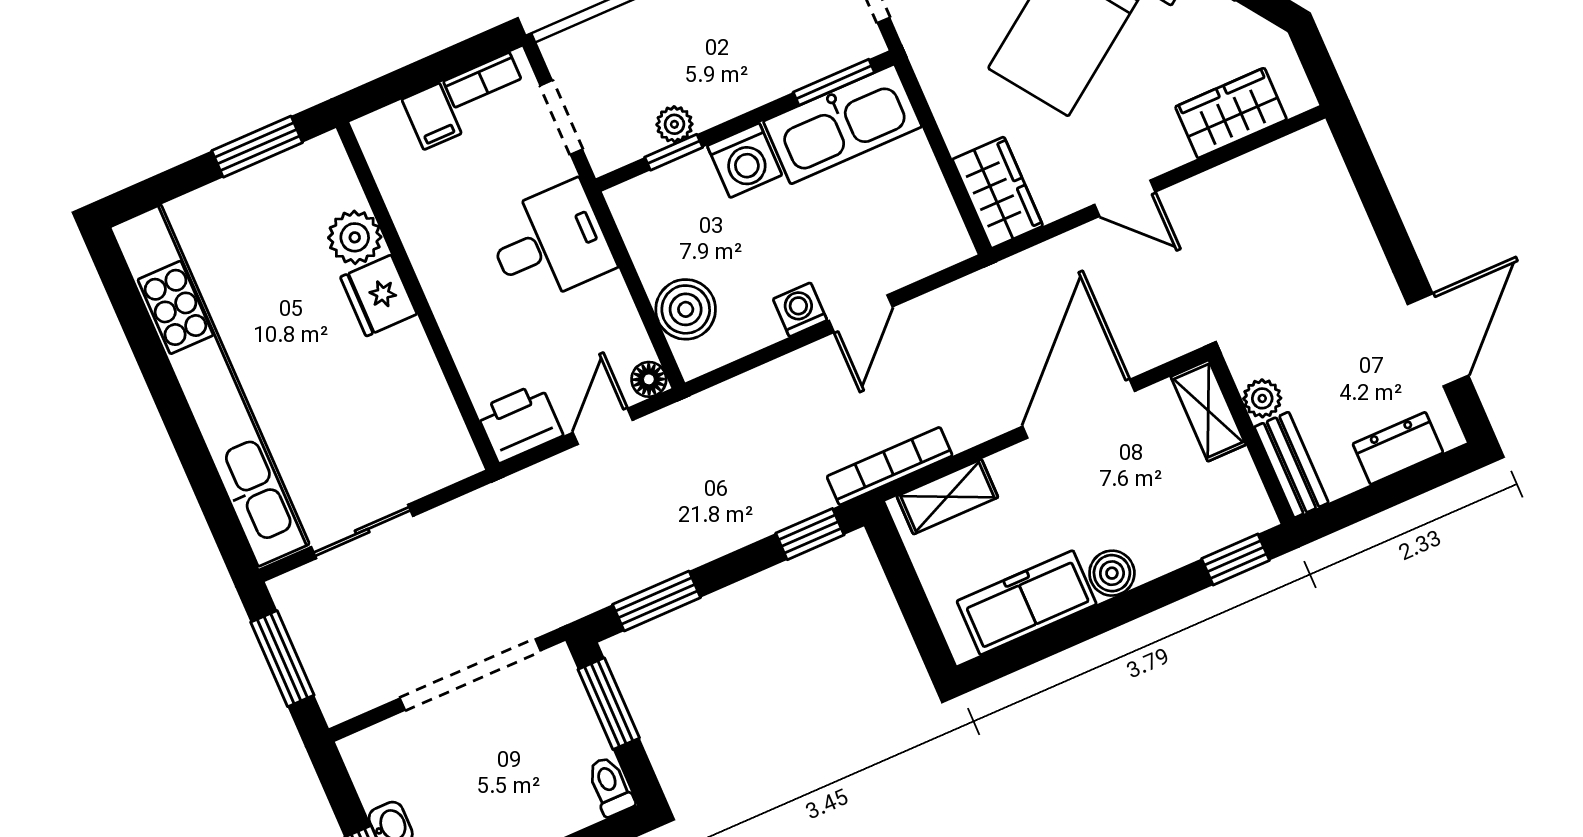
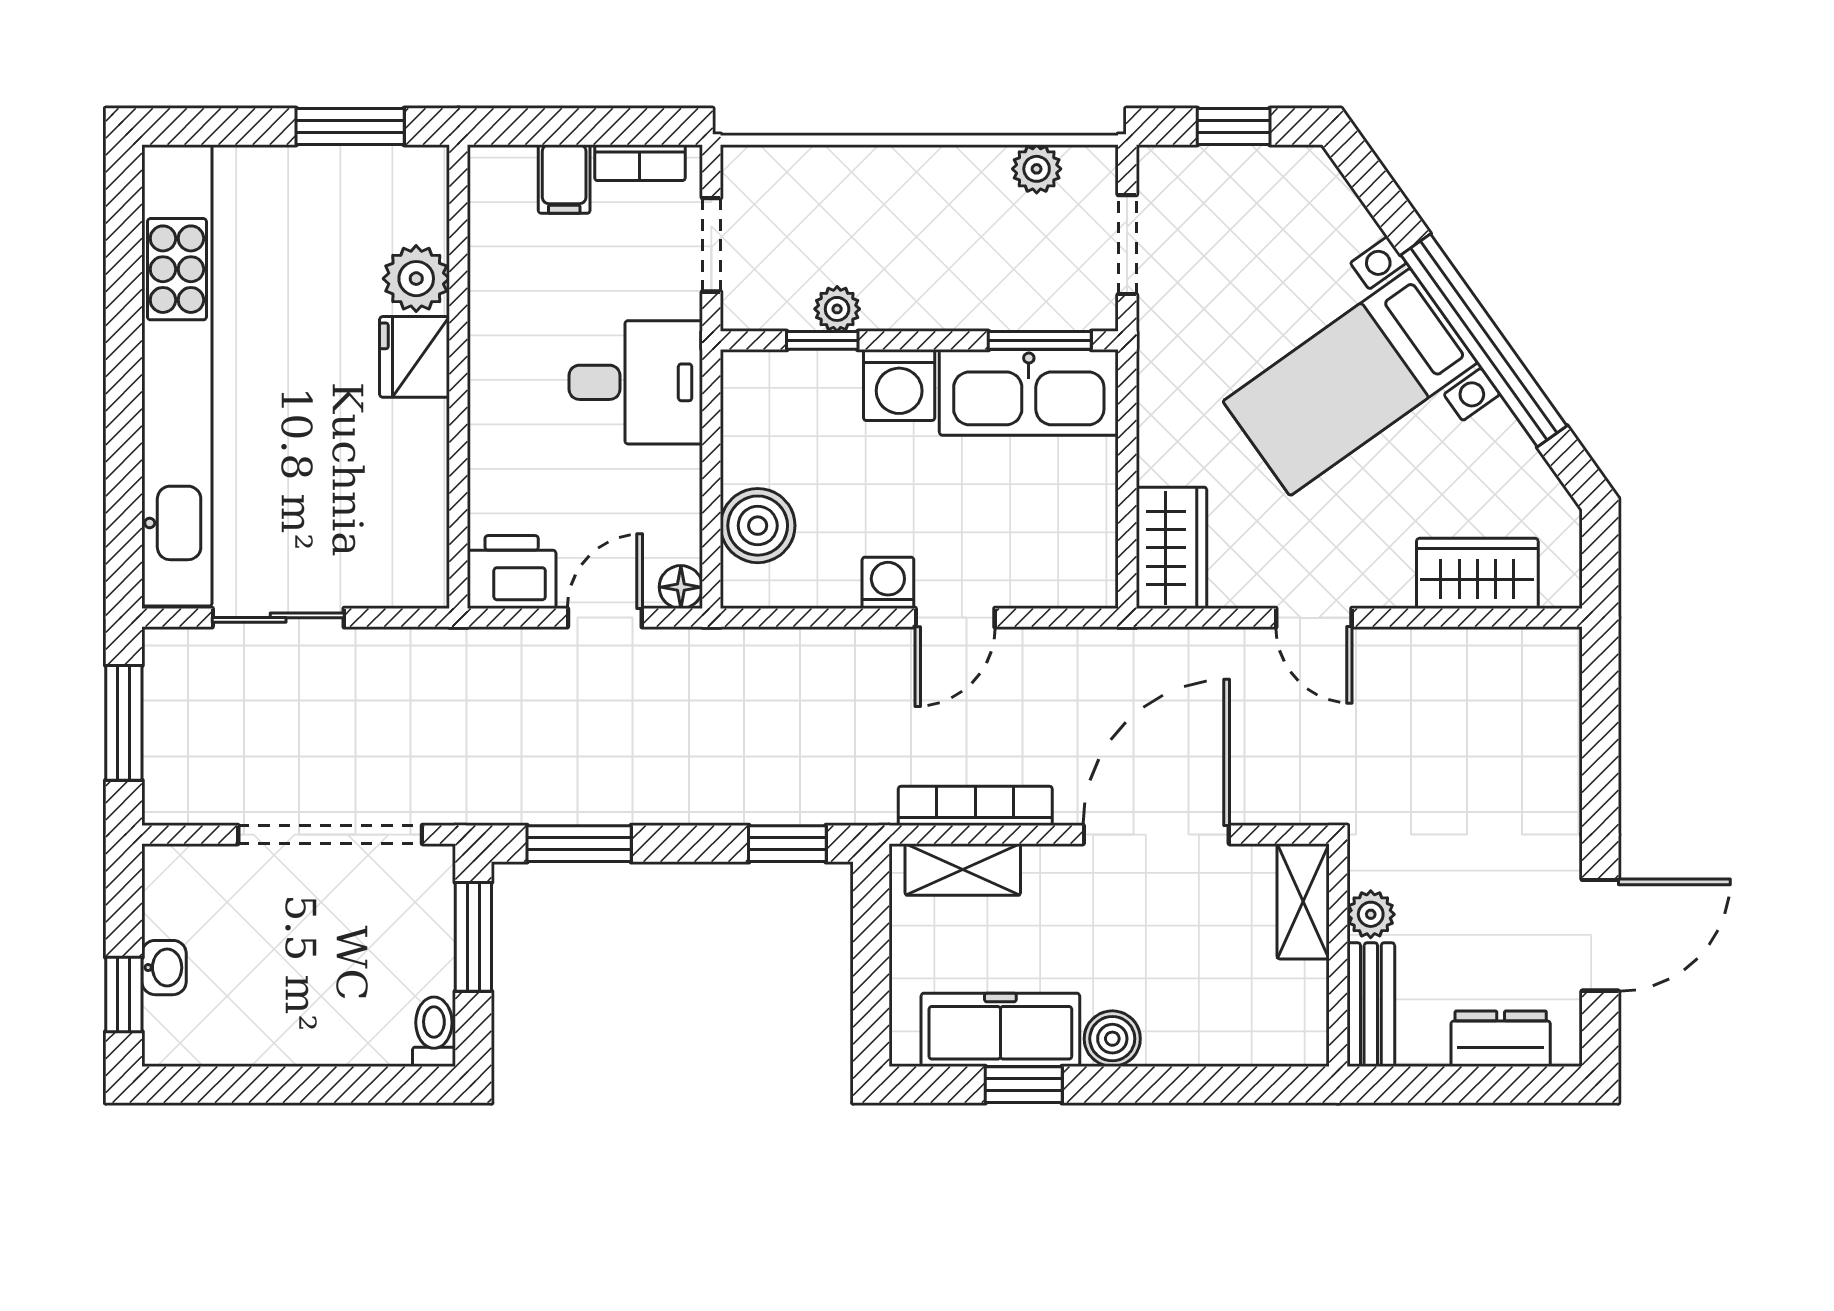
bookcase: (890, 466) -> (975, 806), moved
window: (1235, 560) -> (1024, 1085), moved

